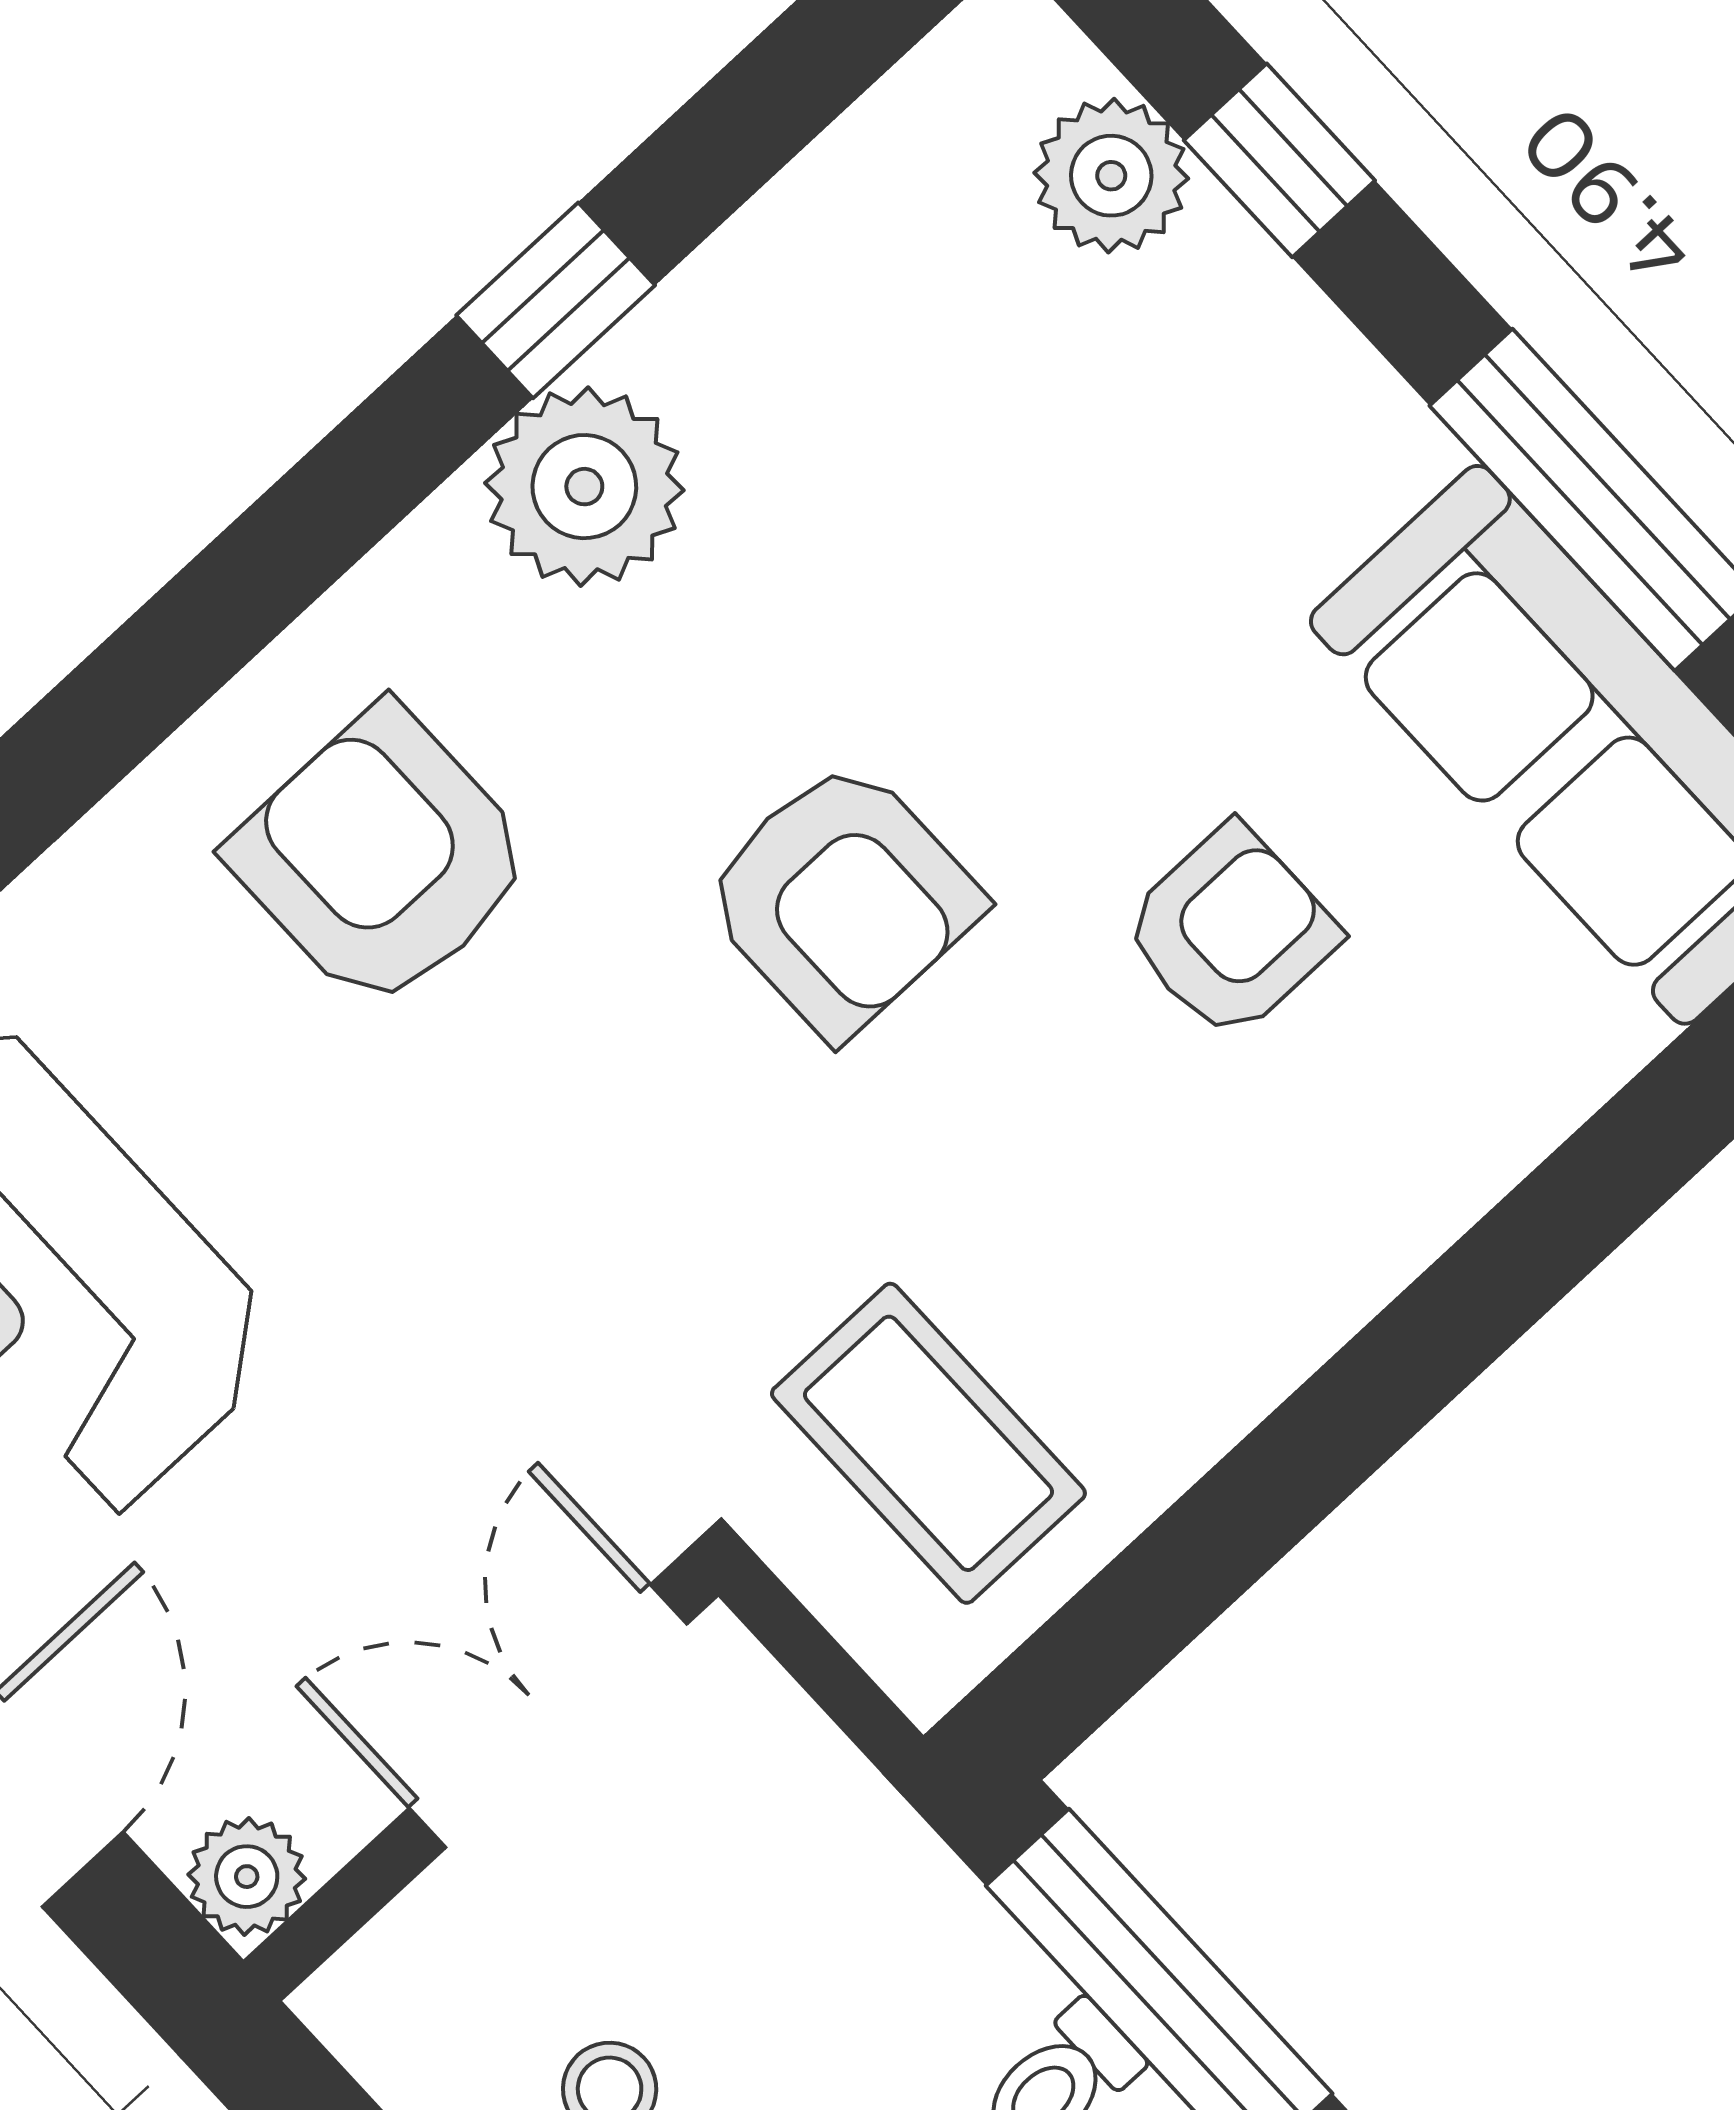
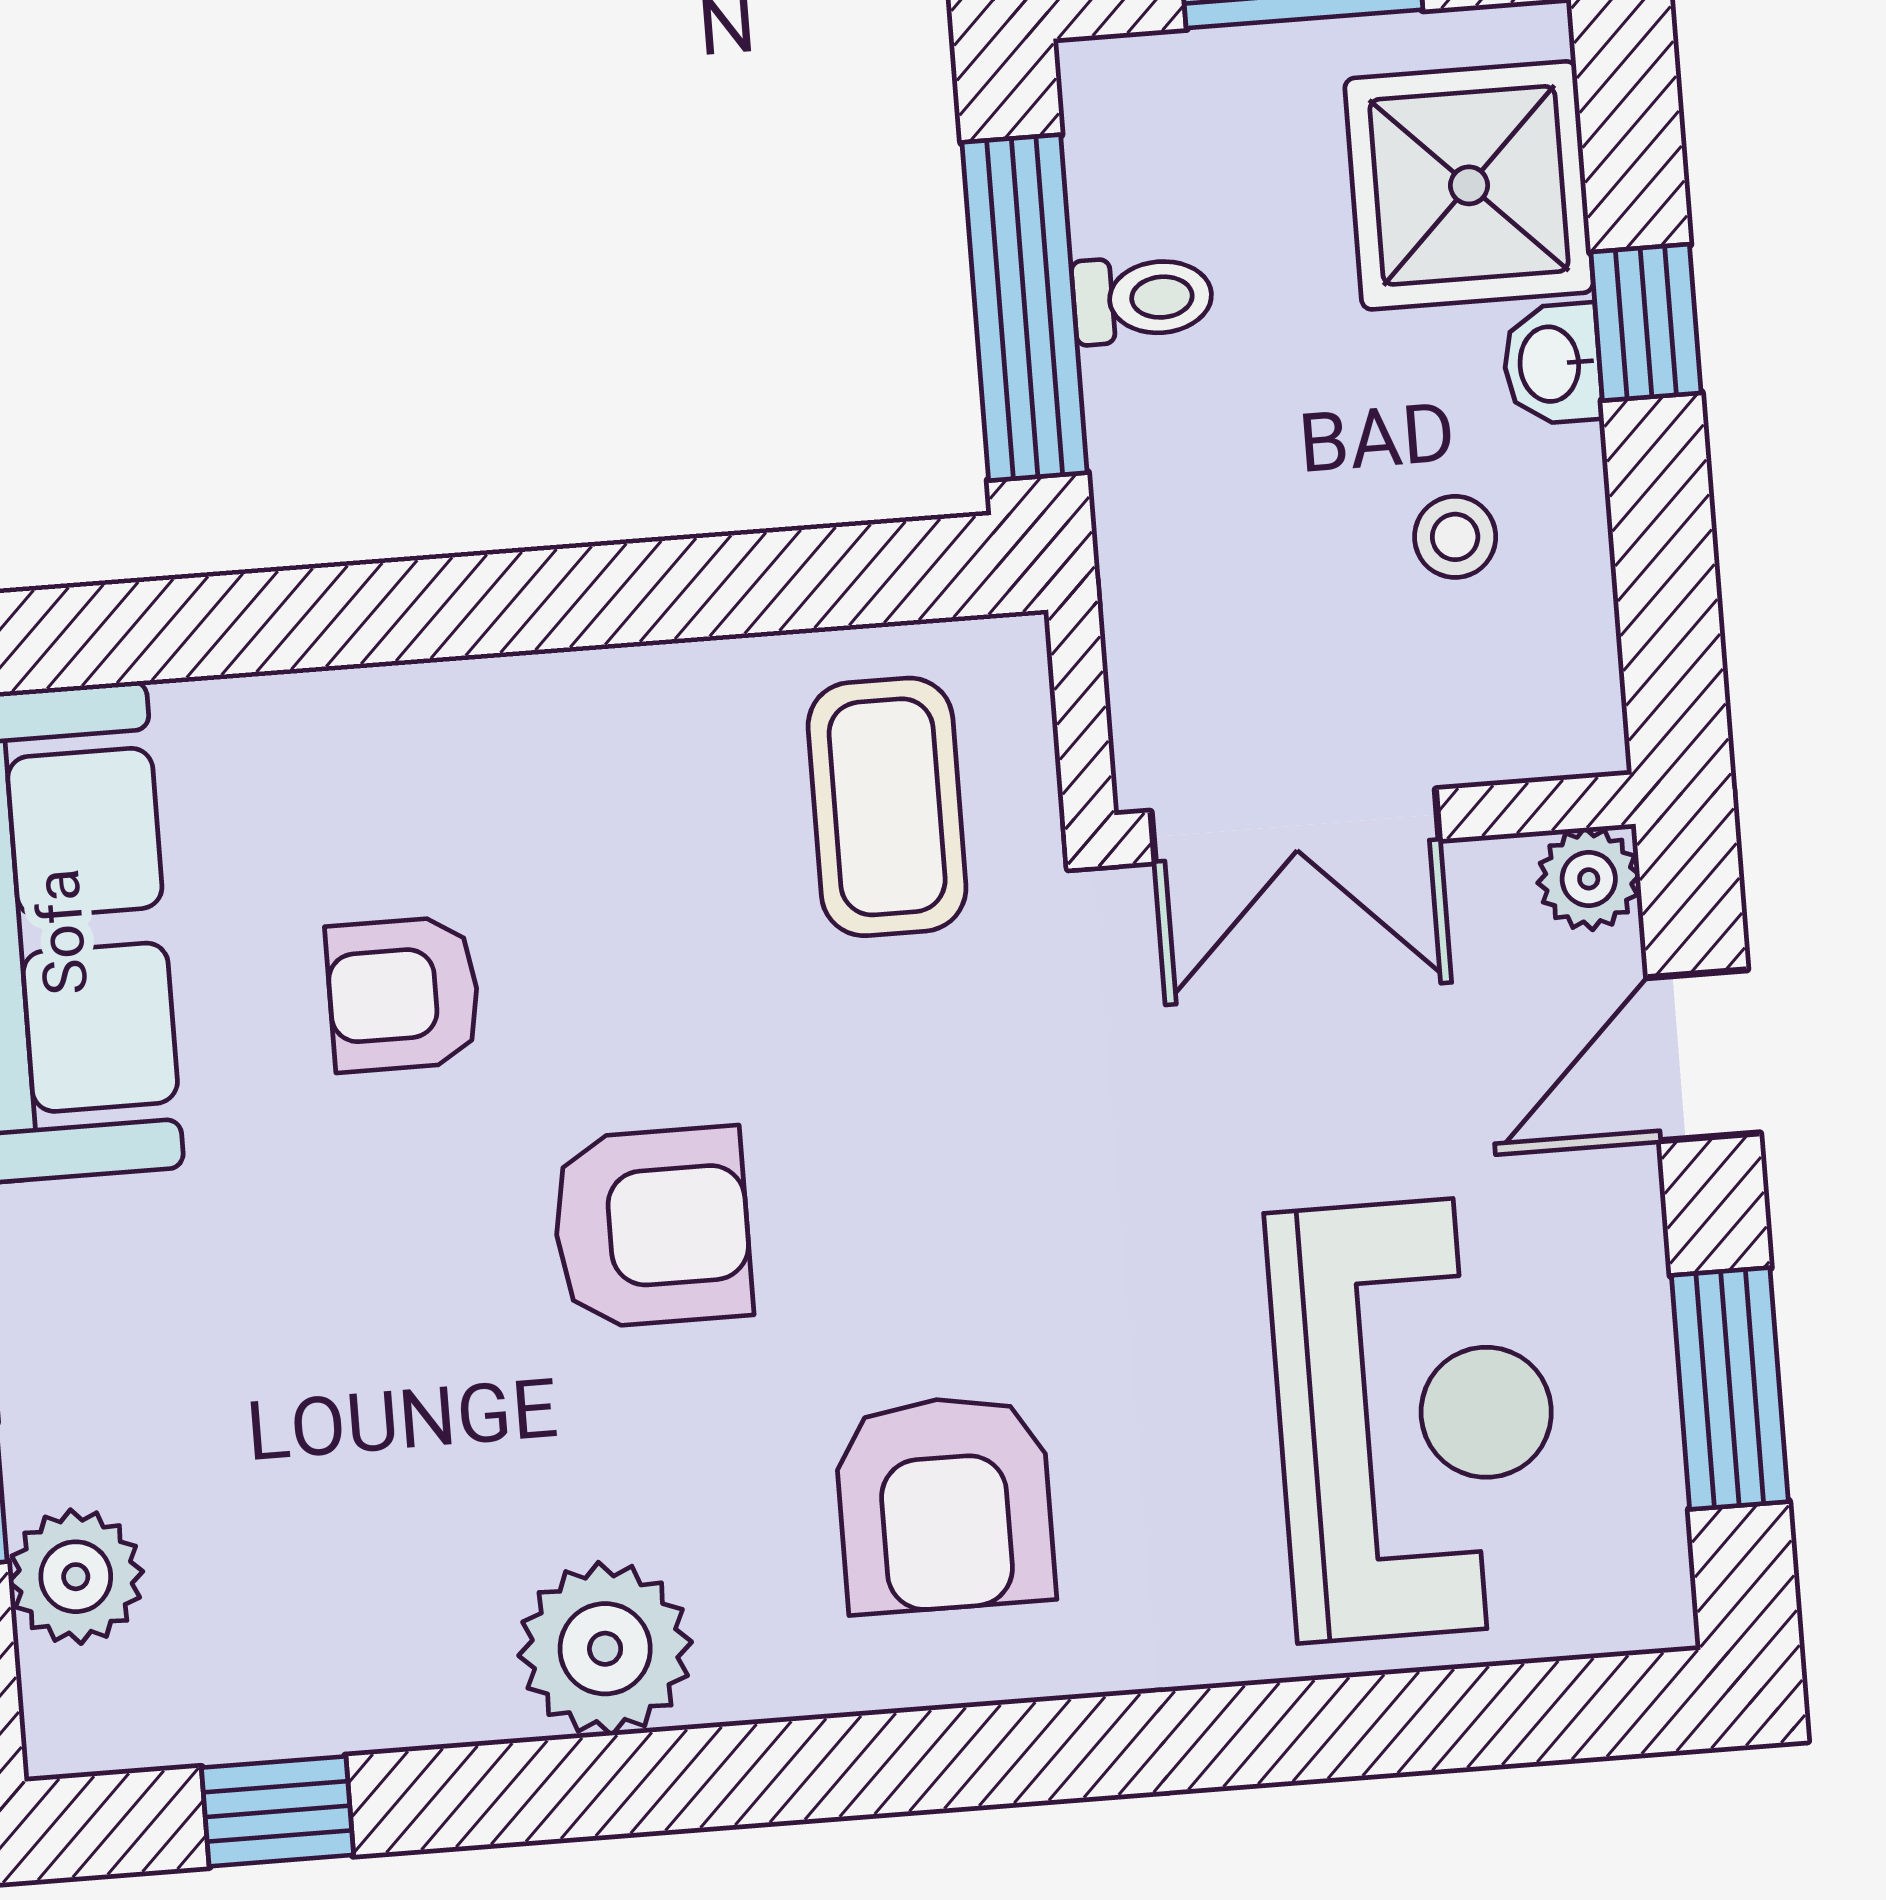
window: (556, 300) -> (277, 1811), moved
armchair: (842, 898) -> (652, 1227), turned 90

